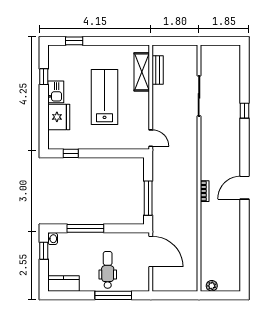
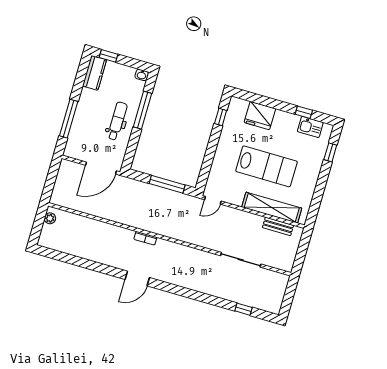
shelving: (142, 72) -> (272, 208), width x1.47
kitchen sink: (56, 92) -> (310, 127), moved
window: (245, 111) -> (243, 309), moved
door: (245, 188) -> (137, 279), swing flipped
window: (148, 198) -> (167, 184), moved
window: (44, 251) -> (109, 56), moved
dental chair: (108, 270) -> (117, 121), moved, turned -90

